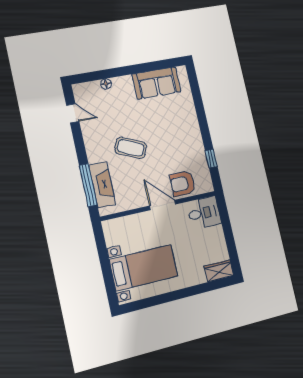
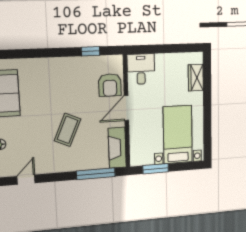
fireplace: (102, 185) -> (117, 148), moved, turned -90
window: (102, 251) -> (156, 169), added
wardrobe: (219, 271) -> (196, 78), moved

